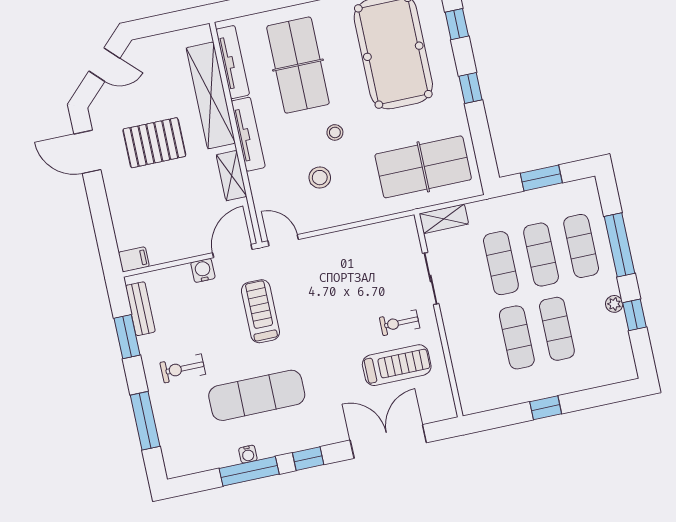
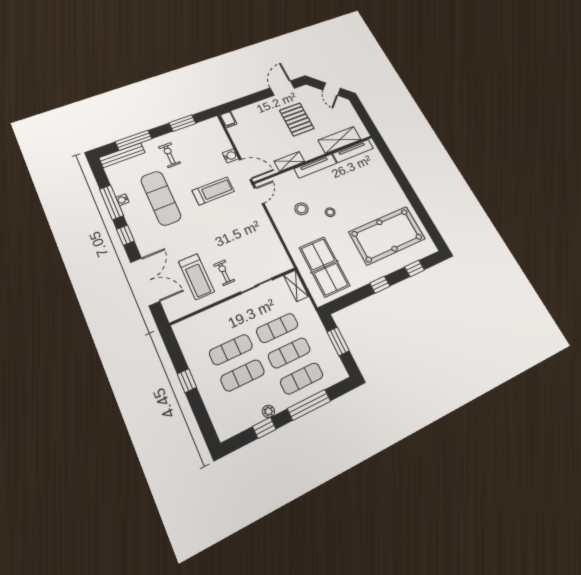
table tennis table: (298, 65) -> (362, 185), removed
shelving: (211, 95) -> (340, 140), width x0.68
bench: (140, 309) -> (122, 155), moved, width x1.36

